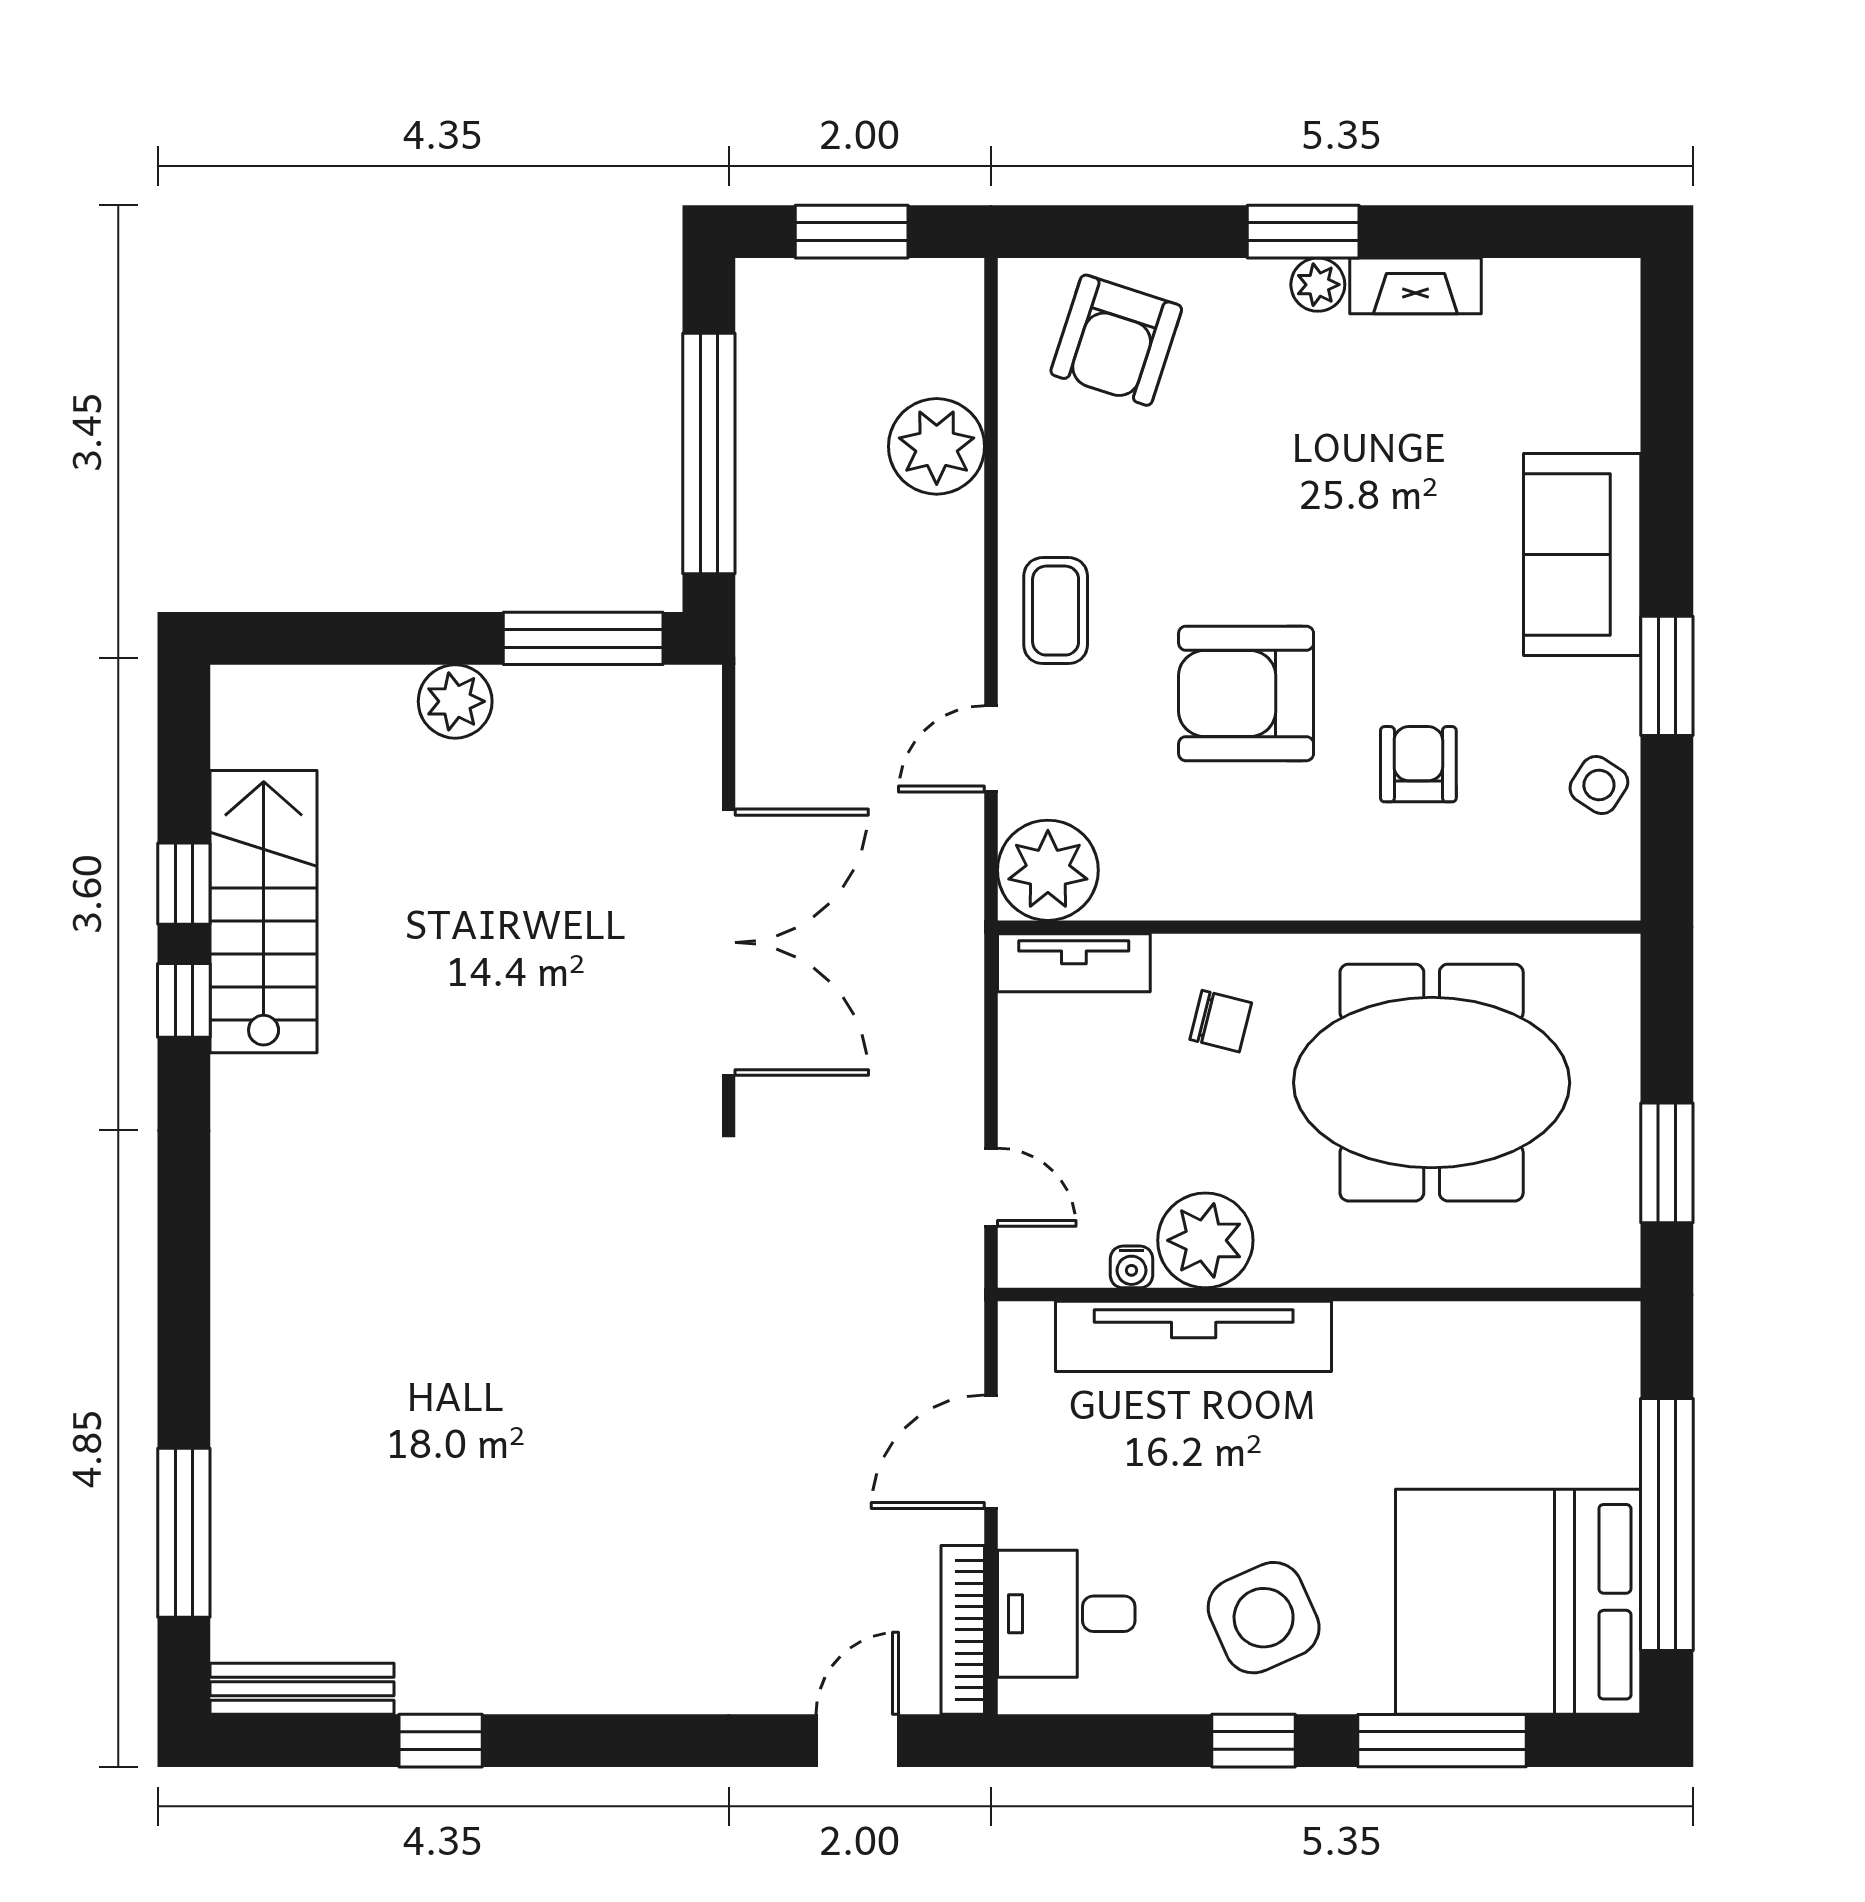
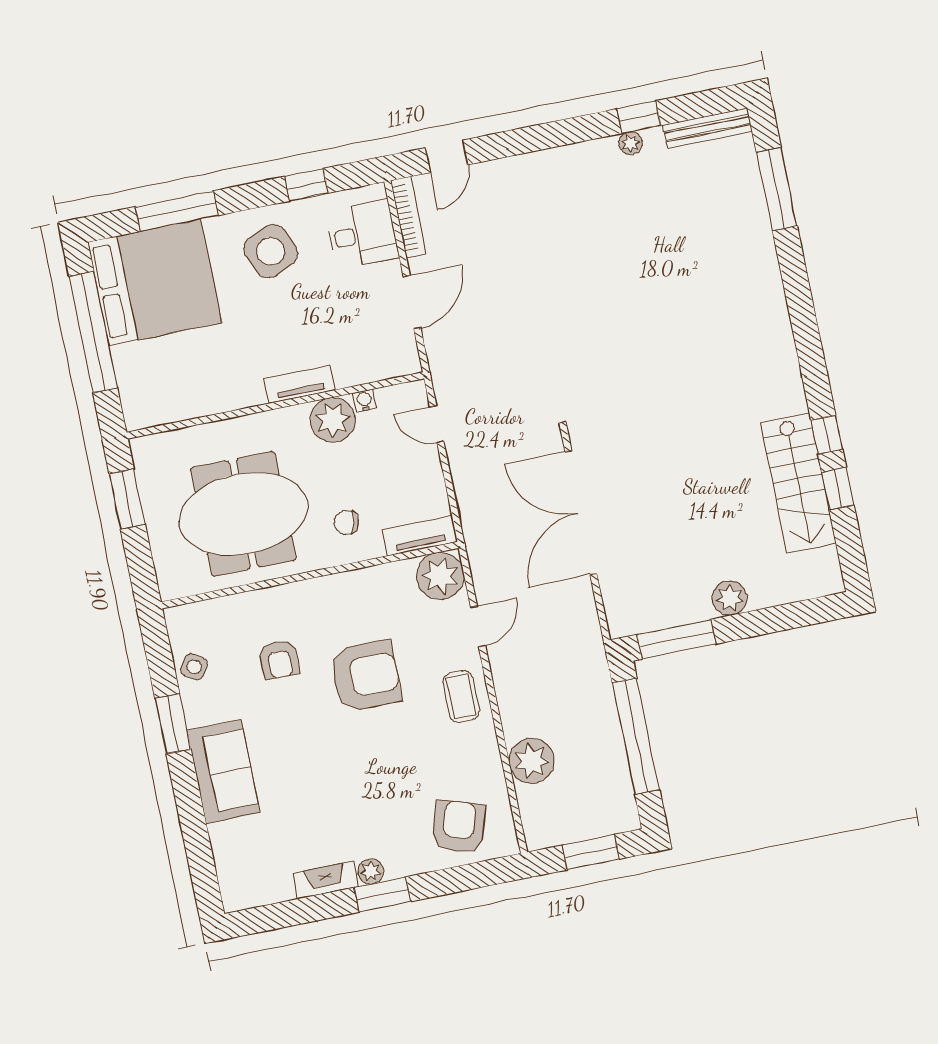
tv unit: (1194, 1336) -> (300, 384), width x0.52, depth x0.78
plant: (469, 1690) -> (631, 143), added
window: (1253, 1741) -> (307, 185), moved

